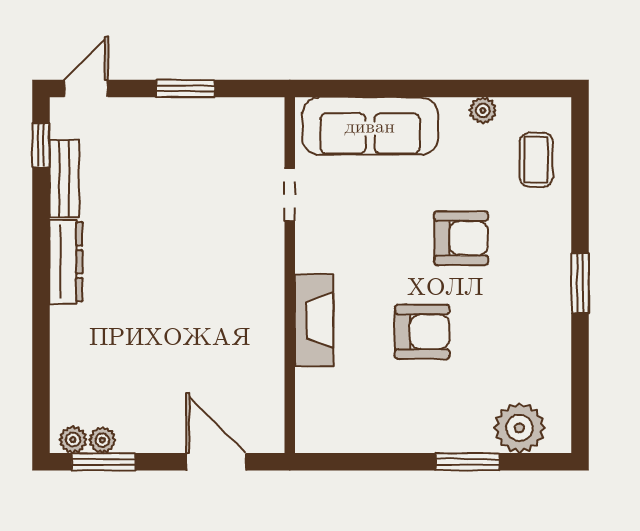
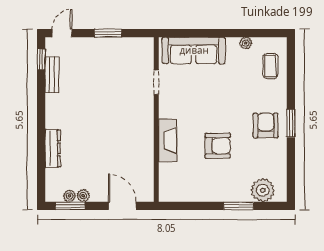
armchair: (461, 238) -> (266, 125), moved, turned -90
dresser: (66, 262) -> (53, 148), moved
plant: (73, 440) -> (83, 196), moved

